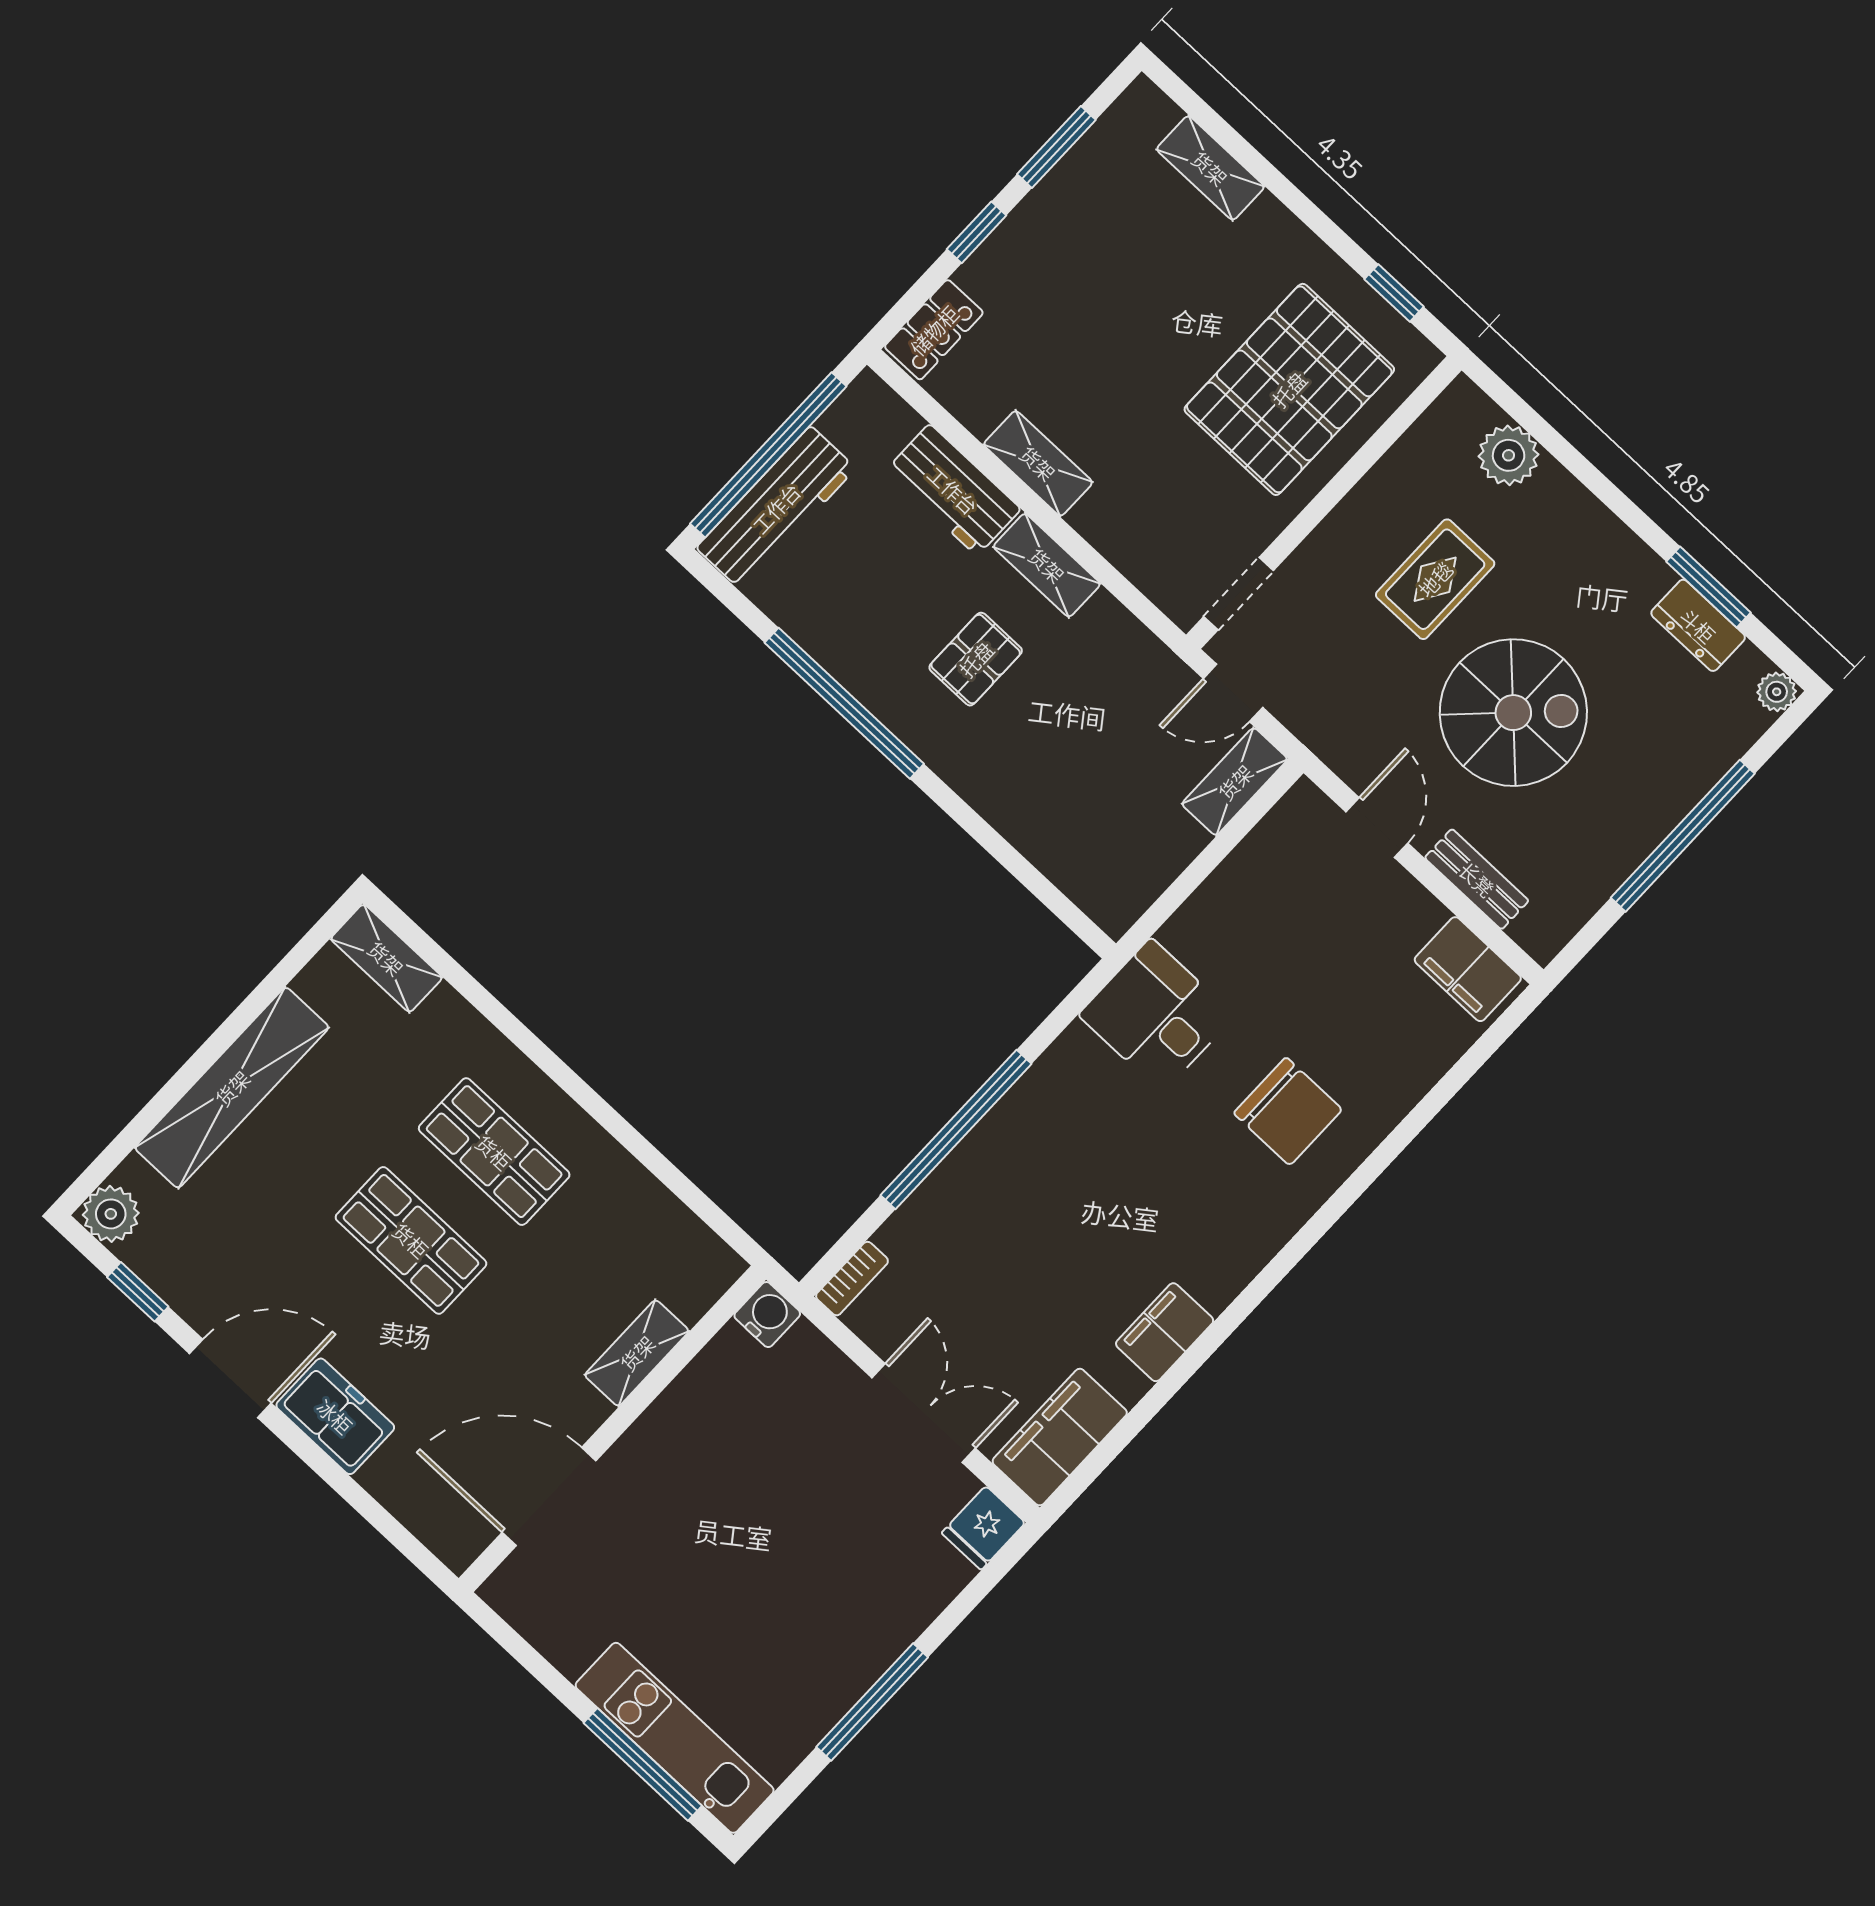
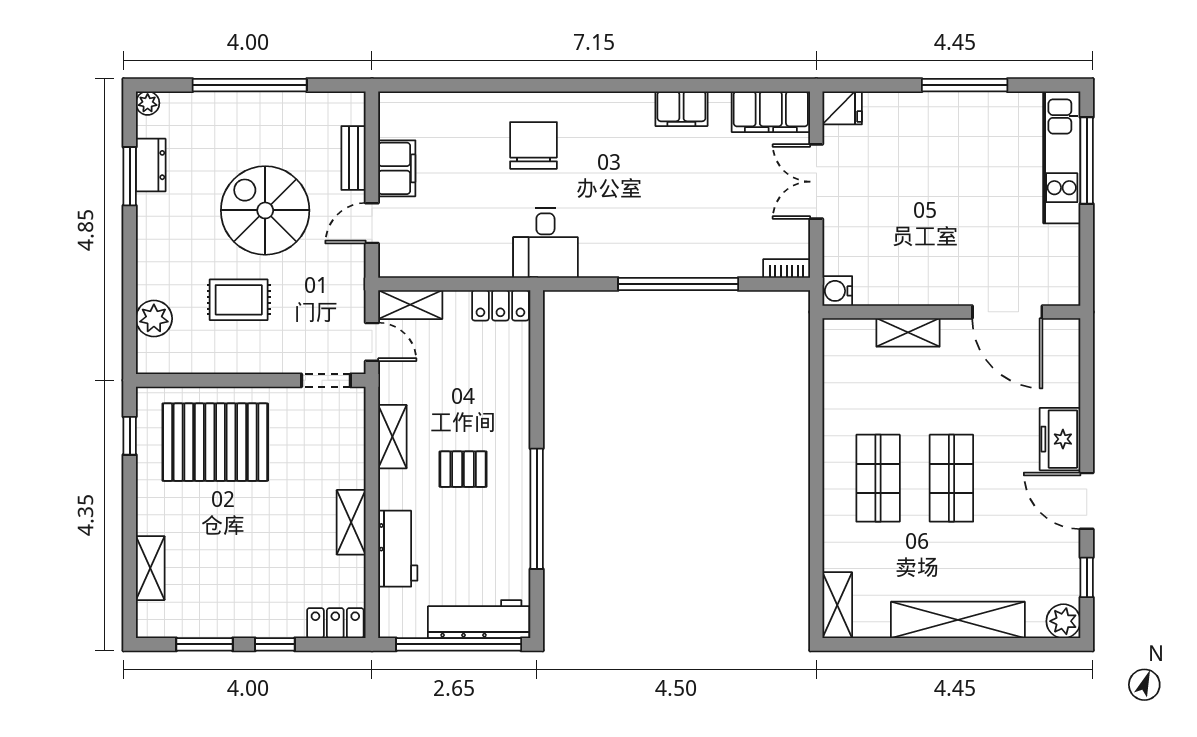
shelving: (1047, 565) -> (392, 437), moved
locker: (1132, 890) -> (500, 305), added
filing cabinet: (1468, 969) -> (397, 168), moved

